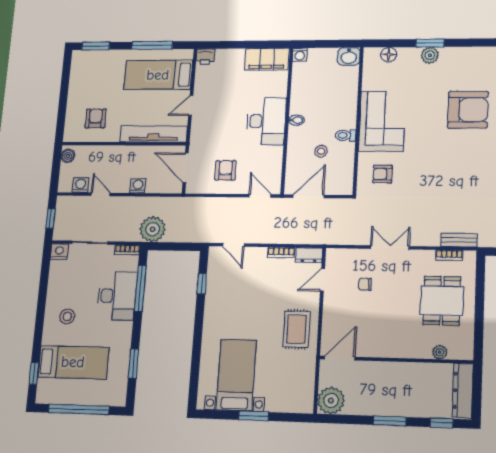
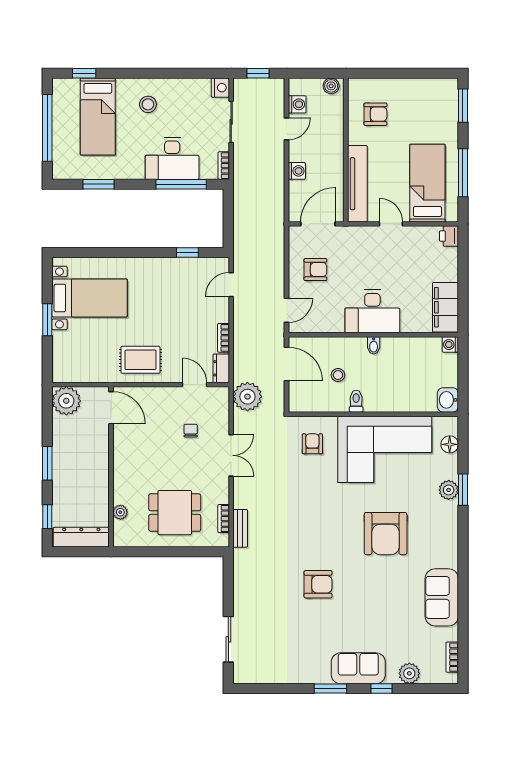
corner sofa: (382, 121) -> (385, 449), width x1.36, depth x1.36
plant: (153, 229) -> (247, 397), moved

